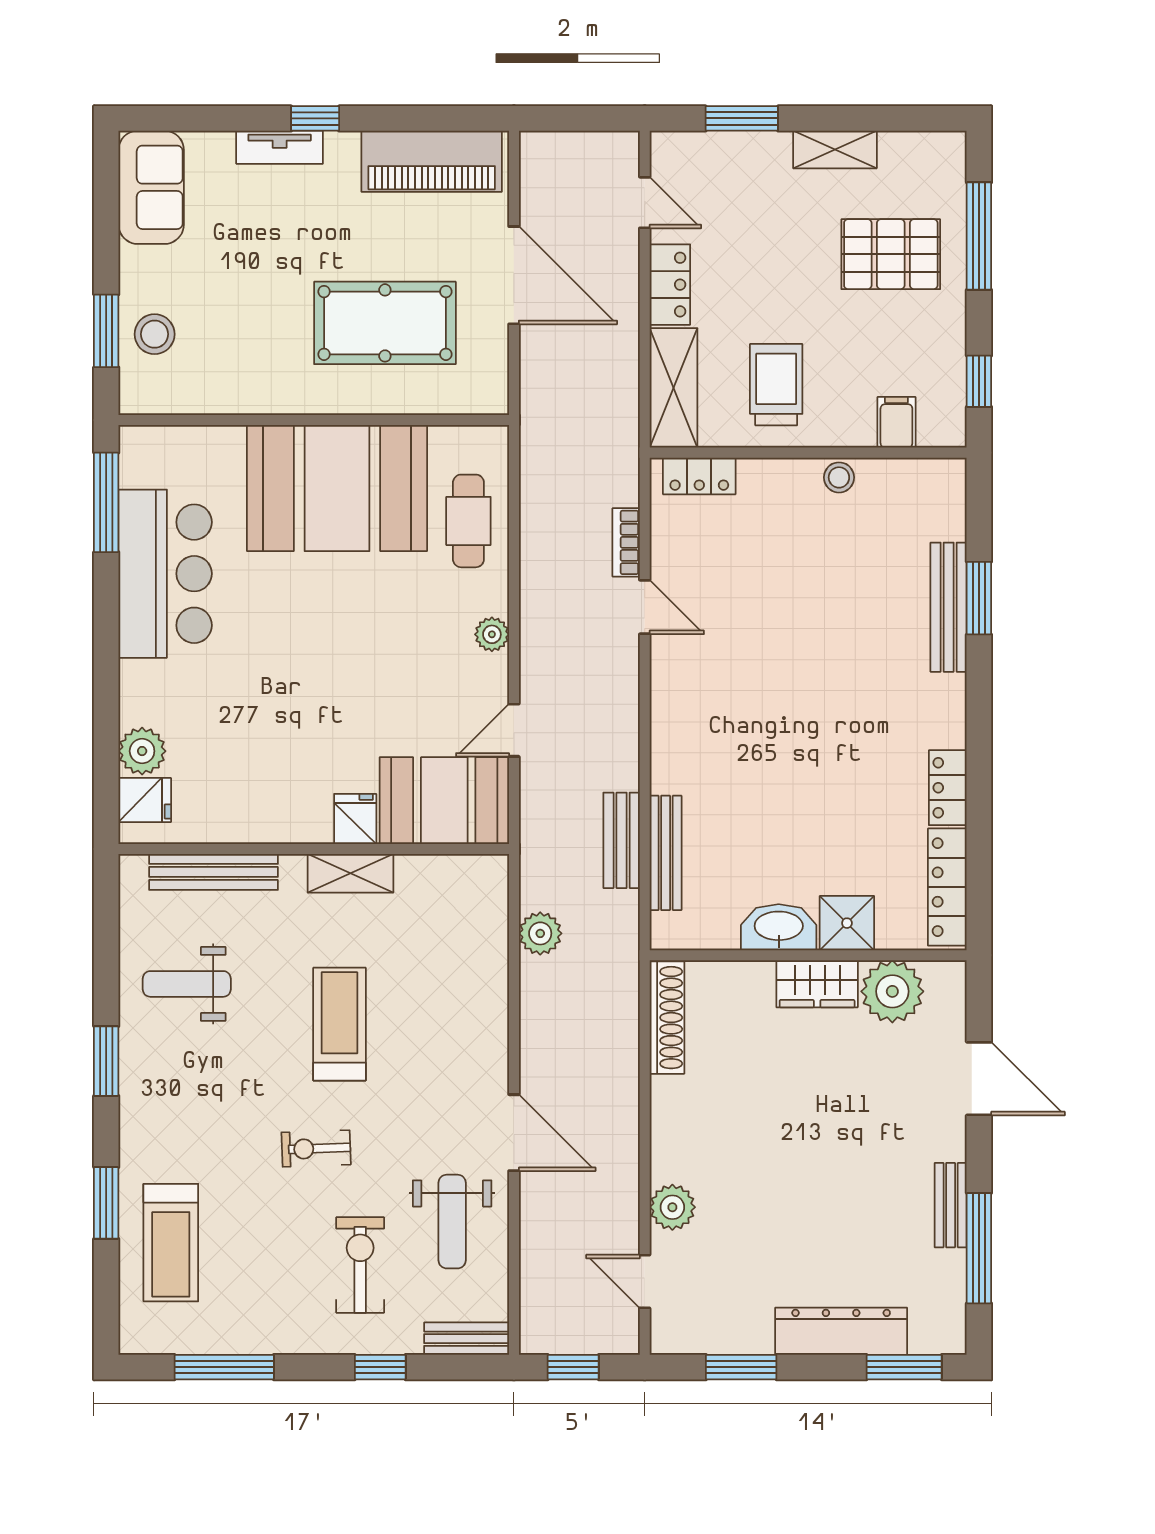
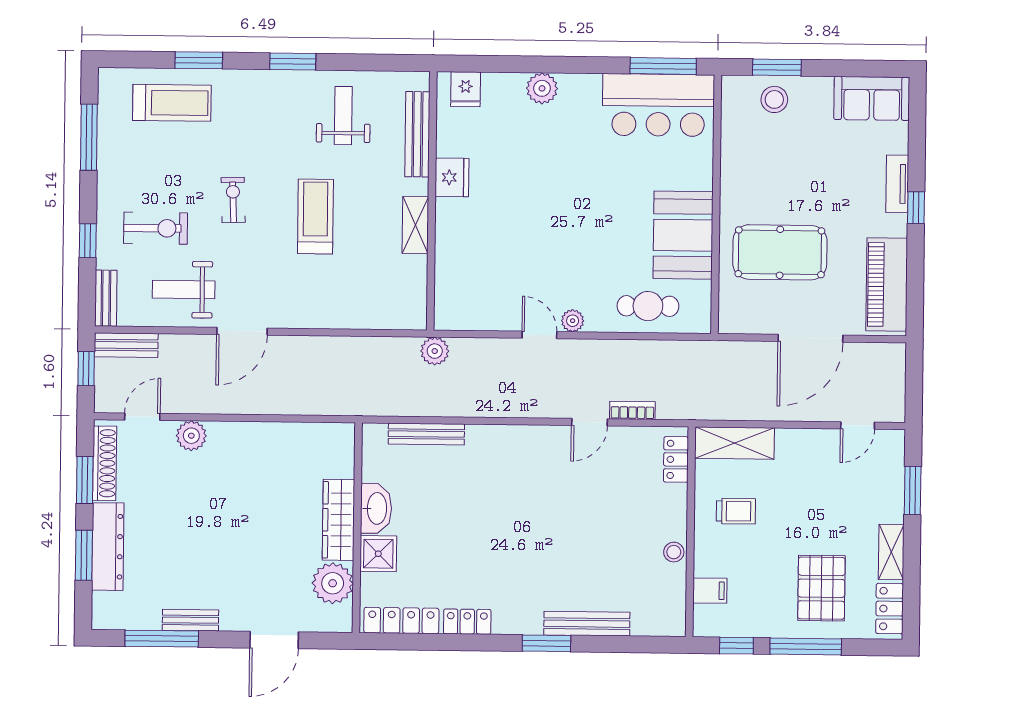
window: (979, 236) -> (806, 646), moved
locker: (670, 285) -> (890, 609), moved, turned 90
pool table: (385, 323) -> (780, 252), turned 90
trolley: (776, 385) -> (736, 511), width x0.73, depth x0.72
booth: (337, 488) -> (683, 235), width x0.73, depth x0.70
bar counter: (165, 574) -> (658, 105), moved
window: (979, 598) -> (546, 643), moved
door: (514, 730) -> (539, 335), moved
plant: (142, 751) -> (542, 88), moved
booth: (444, 801) -> (463, 288), removed
fridge: (355, 819) -> (452, 177), moved, width x1.38
bench: (622, 840) -> (126, 345), moved
plant: (540, 933) -> (435, 351), moved
wardrobe: (817, 984) -> (338, 520), width x1.50
shoe rack: (667, 1018) -> (105, 463), moved, turned -90
treadmill: (339, 1024) -> (315, 216), turned -90
treadmill: (171, 1243) -> (172, 103), turned 180
window: (904, 1367) -> (84, 555), moved

